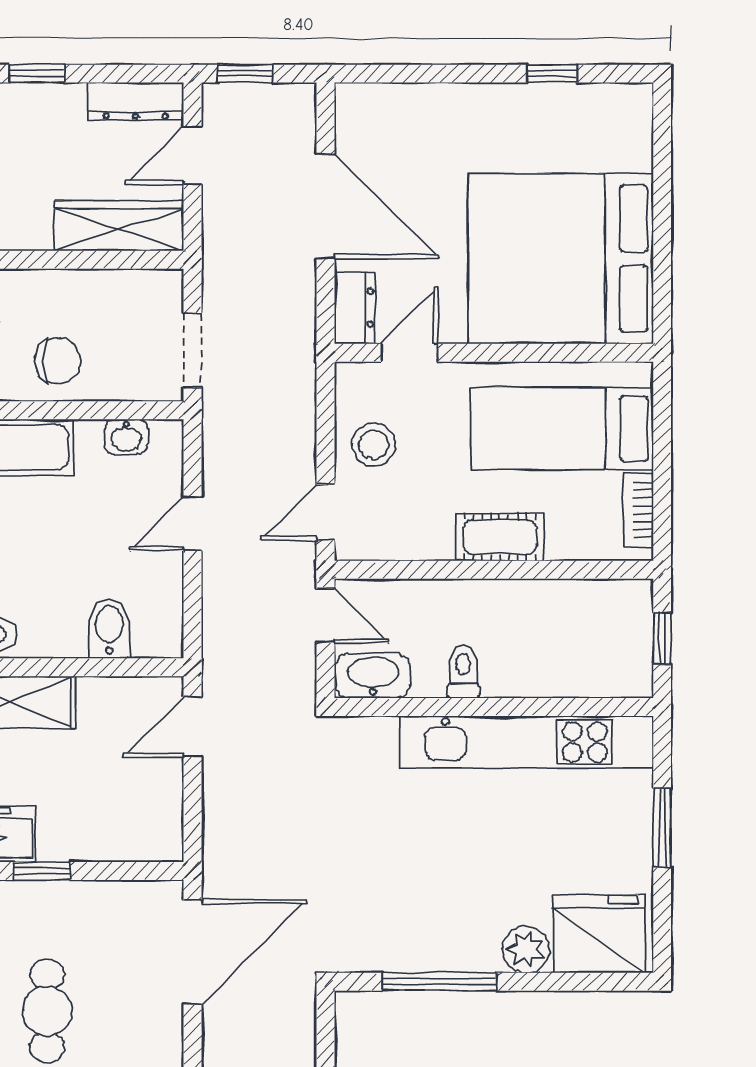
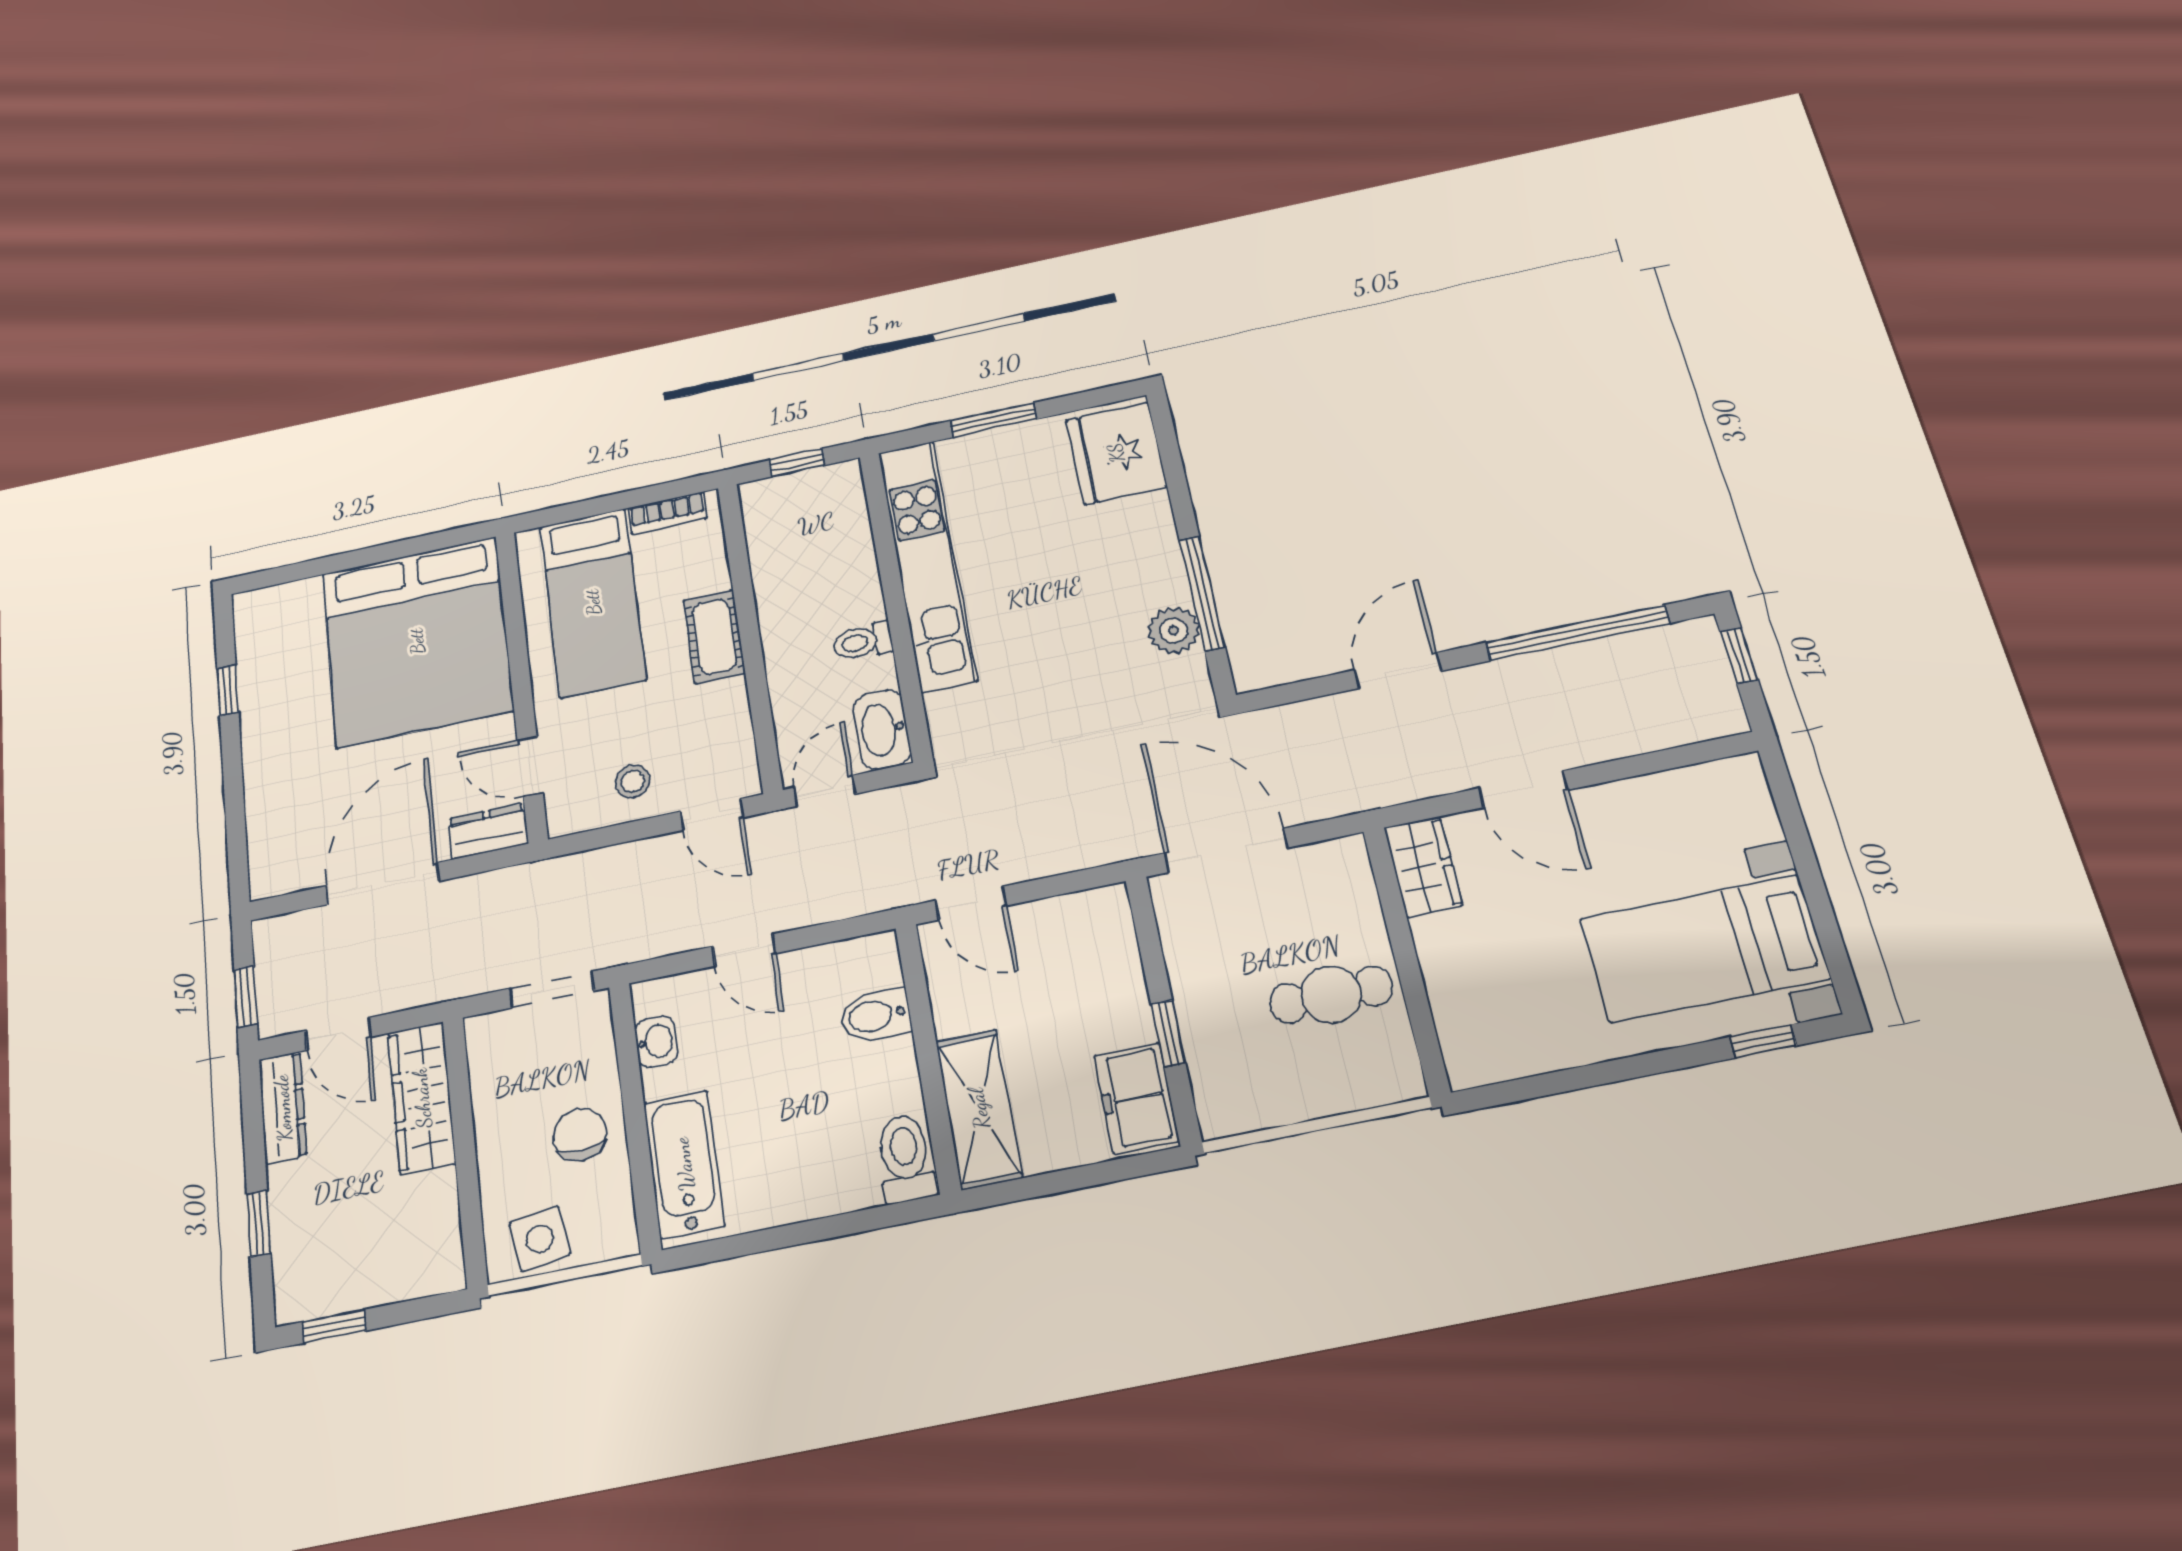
stool: (374, 445) -> (633, 781), width x0.73, depth x0.73
plant: (526, 949) -> (1174, 630), moved

